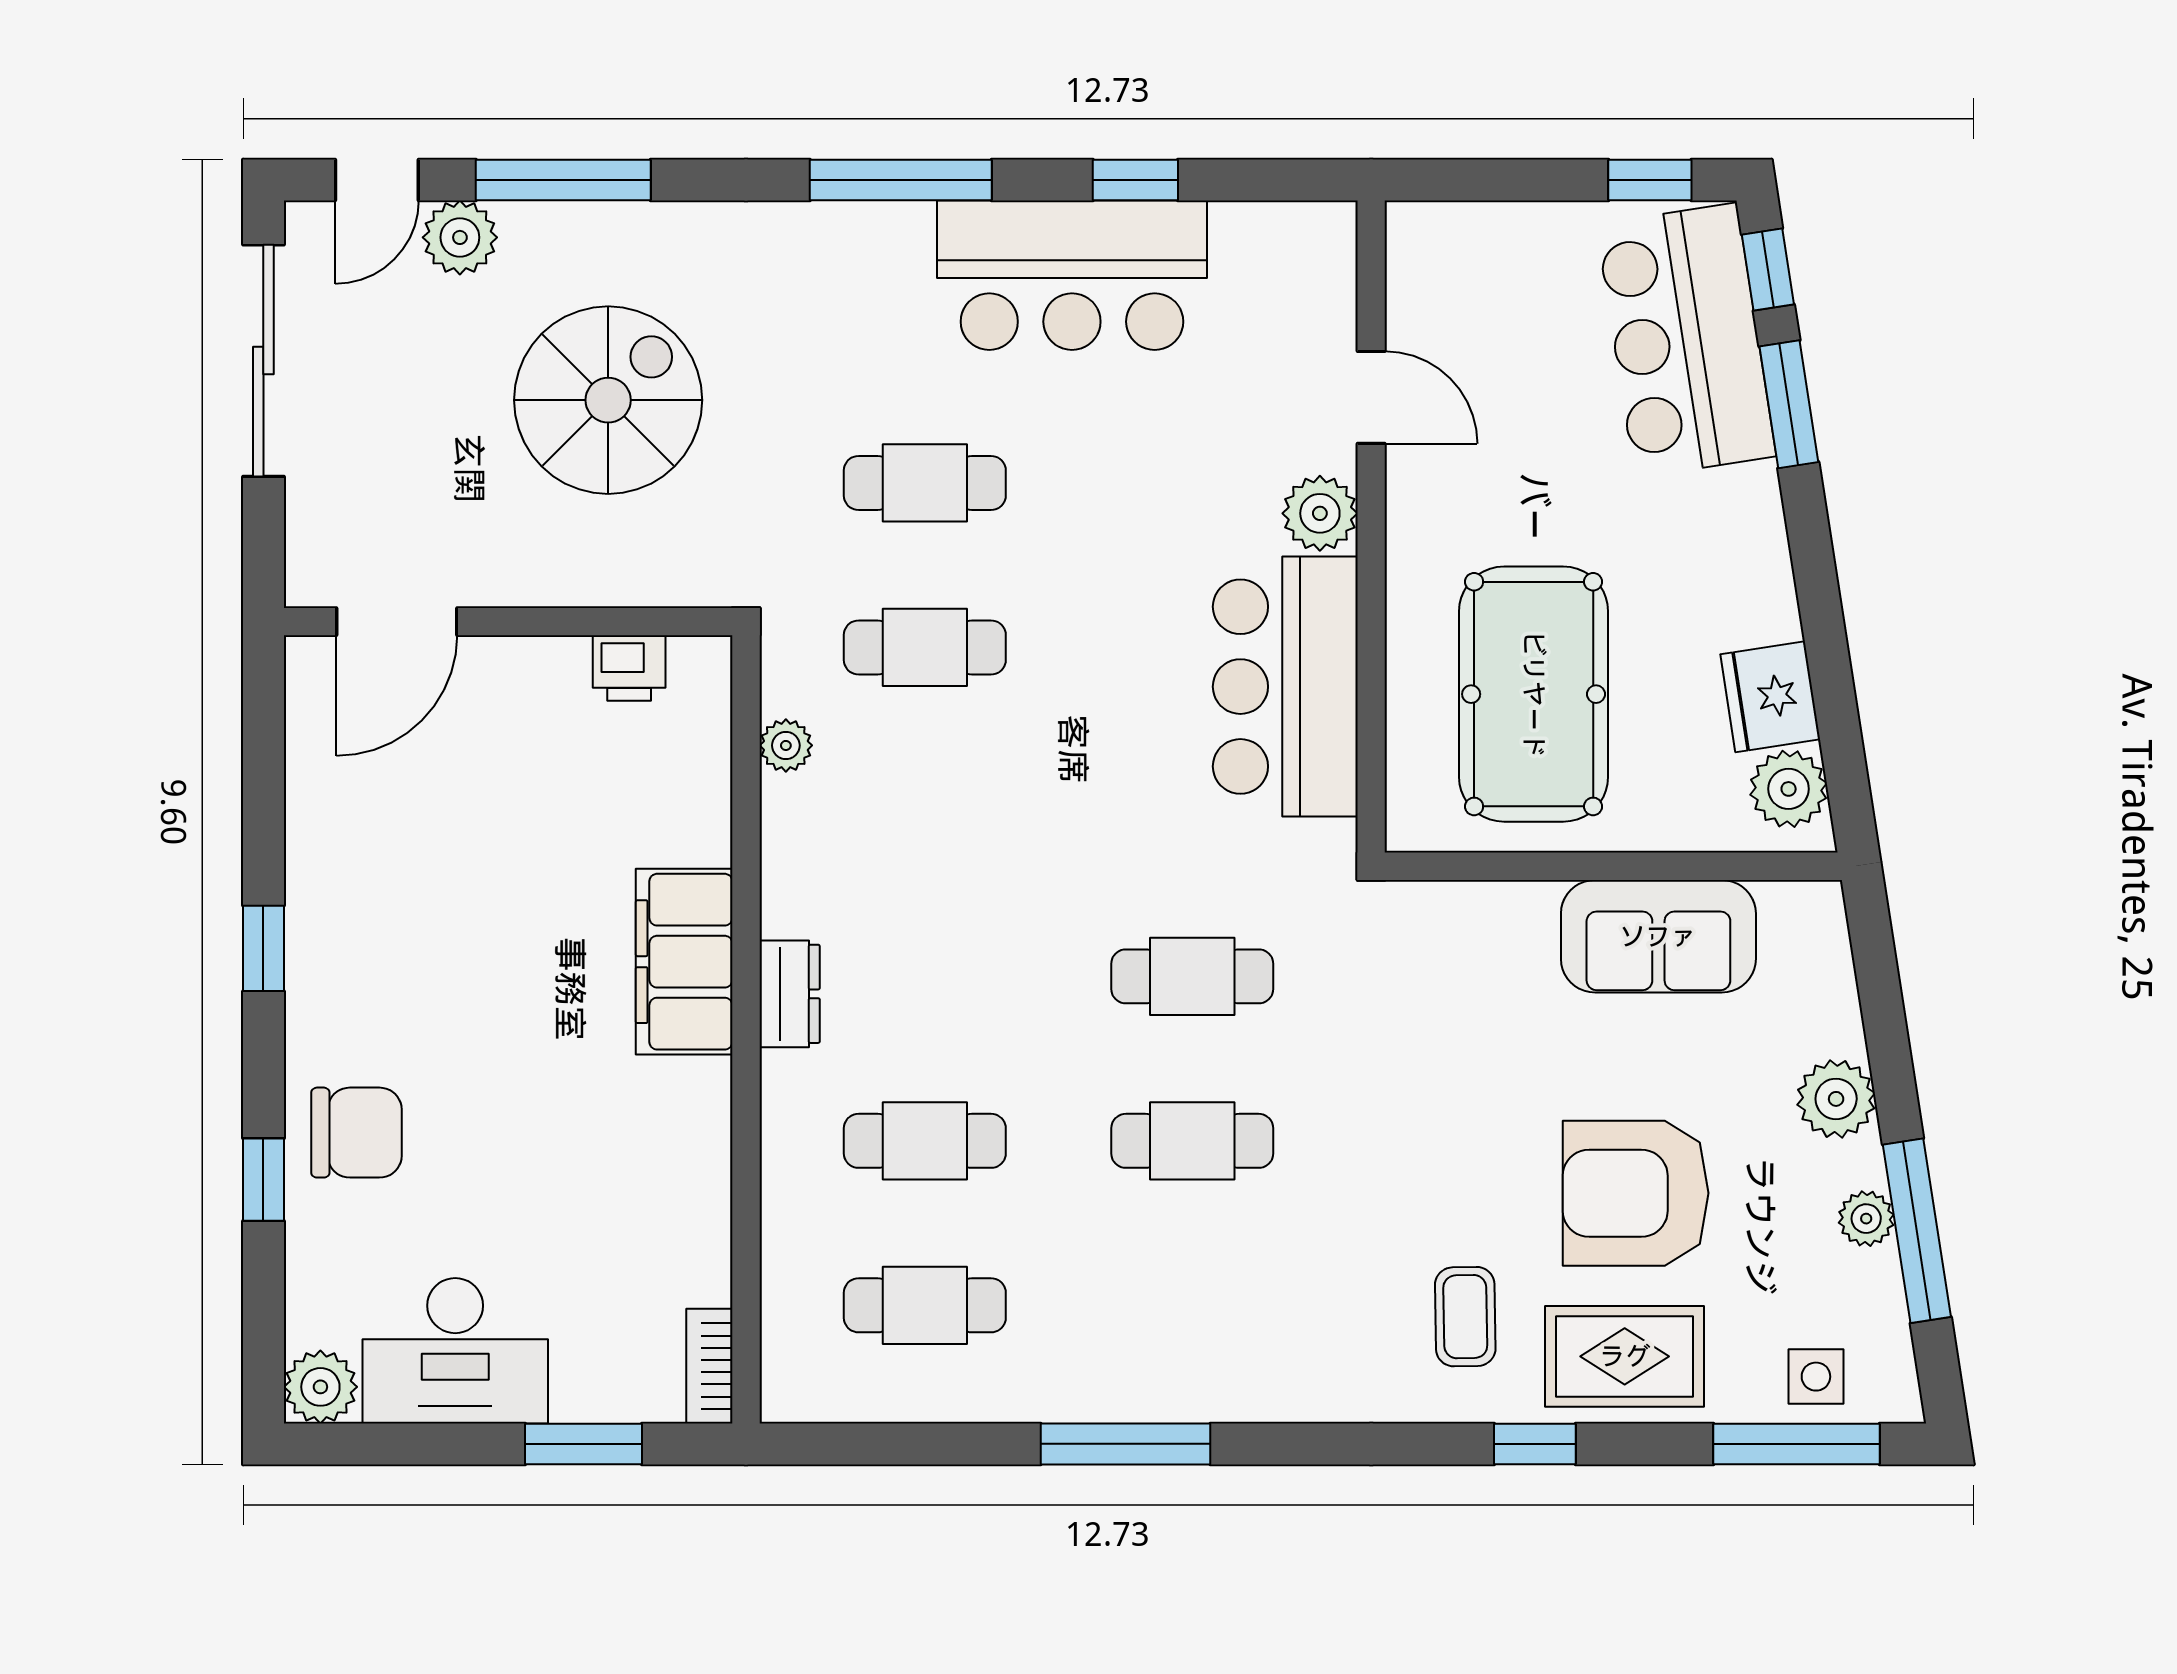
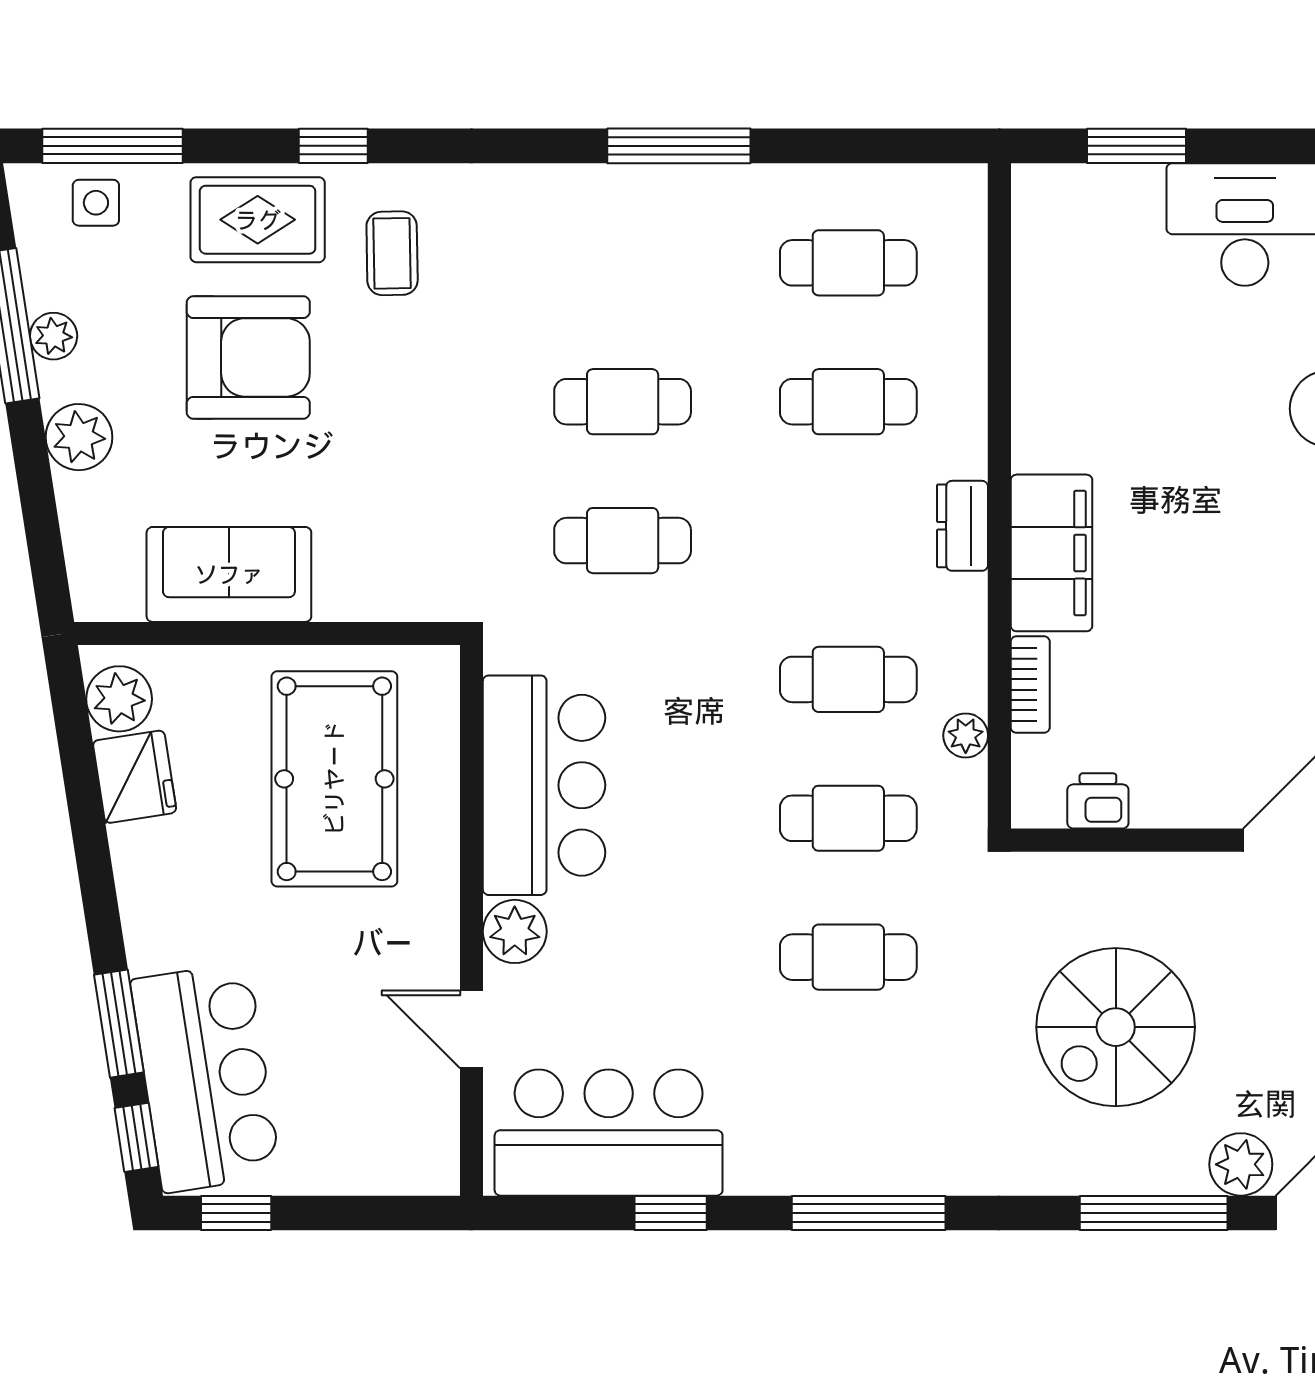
bar counter: (1072, 275) -> (609, 1133), moved
cafe table: (925, 812) -> (848, 679), added
bookcase: (709, 1366) -> (1030, 685), moved

